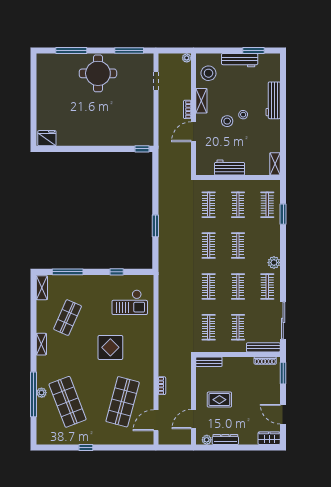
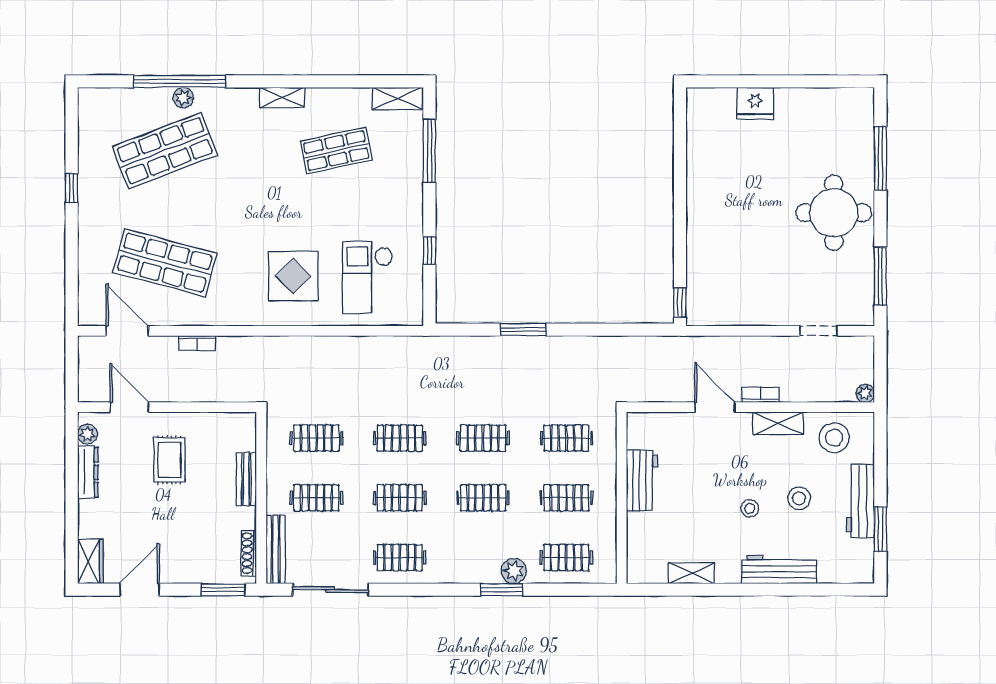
stool: (227, 121) -> (799, 498), moved
fridge: (47, 138) -> (755, 103), moved, turned 90
shelving: (275, 164) -> (691, 573), moved
window: (283, 214) -> (501, 590), moved
plant: (274, 263) -> (514, 571), moved
shop shelf: (68, 318) -> (336, 151), turned -36
display table: (110, 347) -> (293, 276), moved
bench: (209, 362) -> (246, 479), moved

